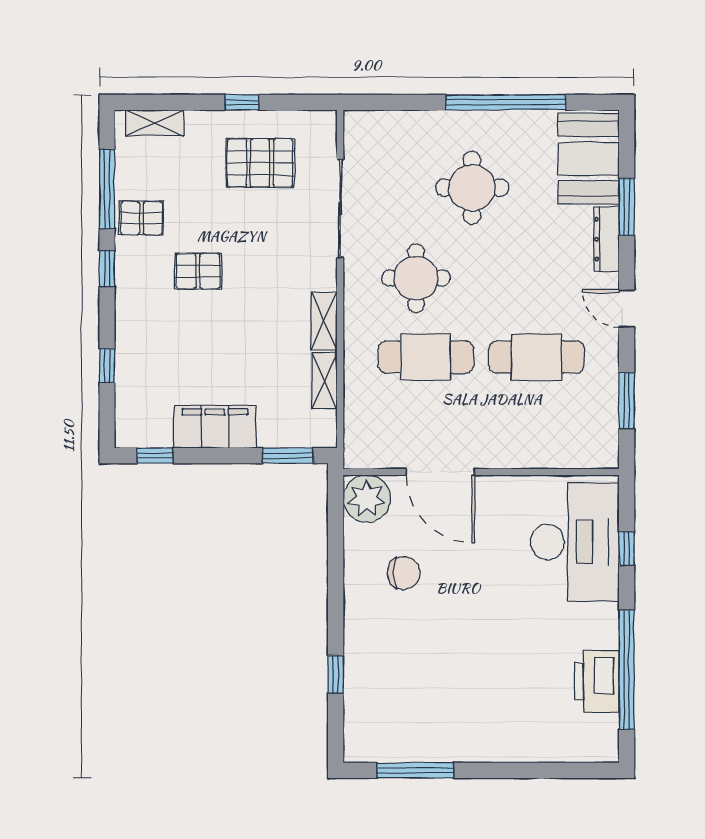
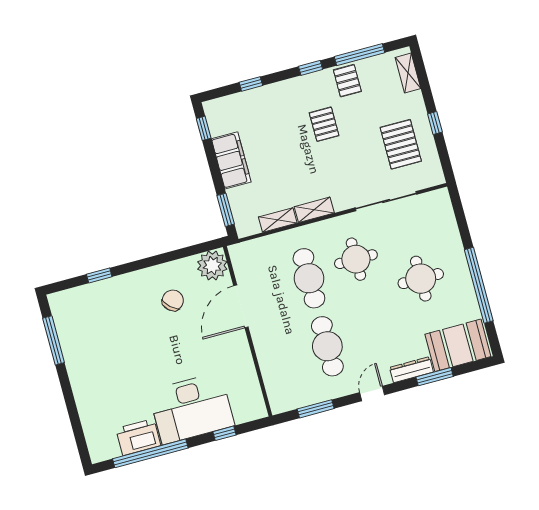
desk: (575, 542) -> (191, 408), moved
chair: (404, 573) -> (173, 300), turned -138

